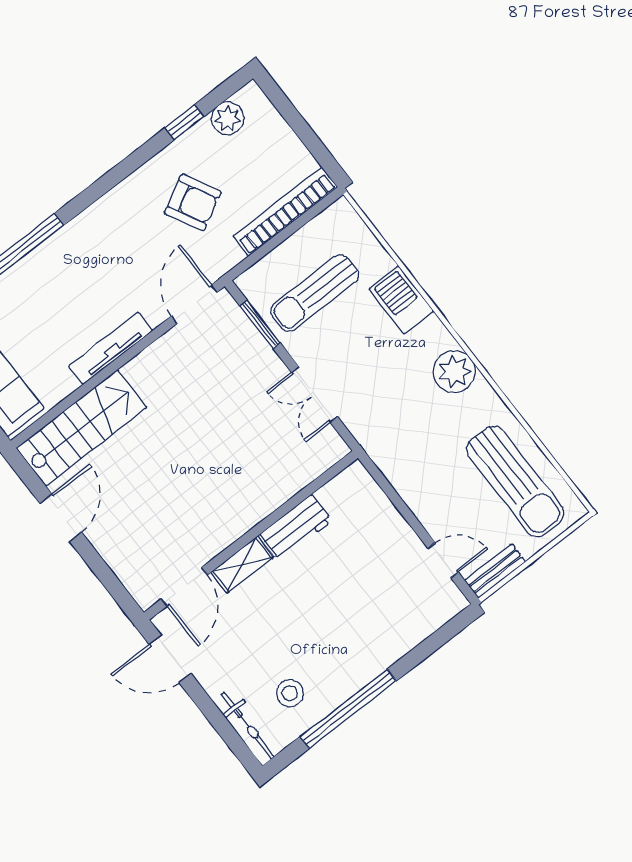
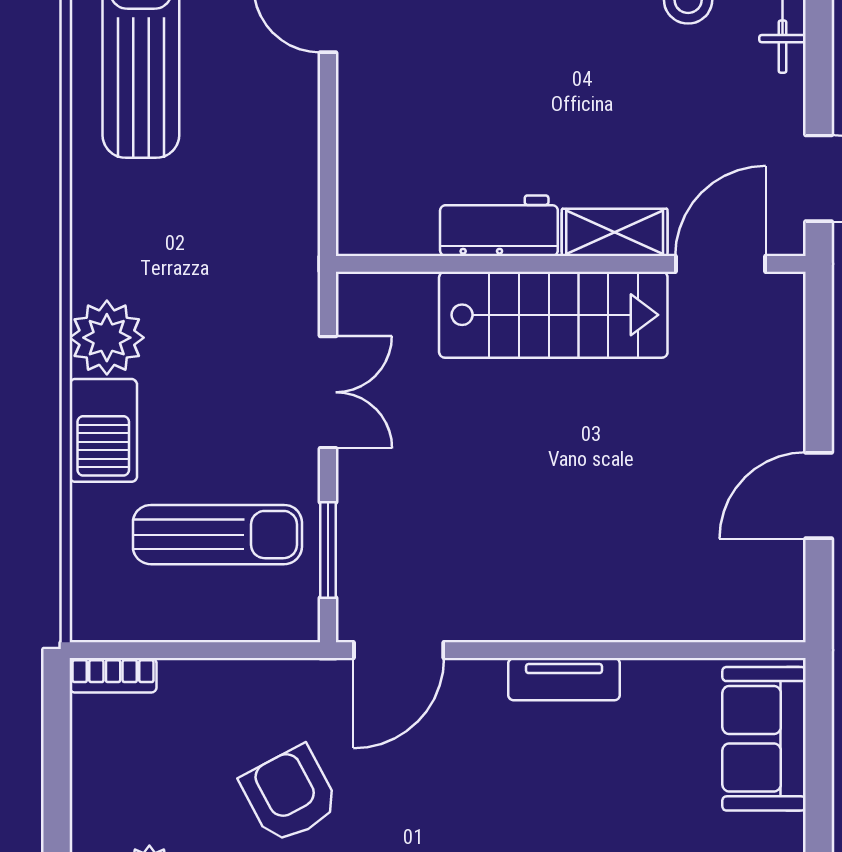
bookcase: (285, 212) -> (113, 675), width x0.43, depth x0.76
tv unit: (111, 348) -> (564, 679), width x0.71
plant: (454, 372) -> (107, 338), moved
stairs: (81, 428) -> (553, 315), moved, turned 180

